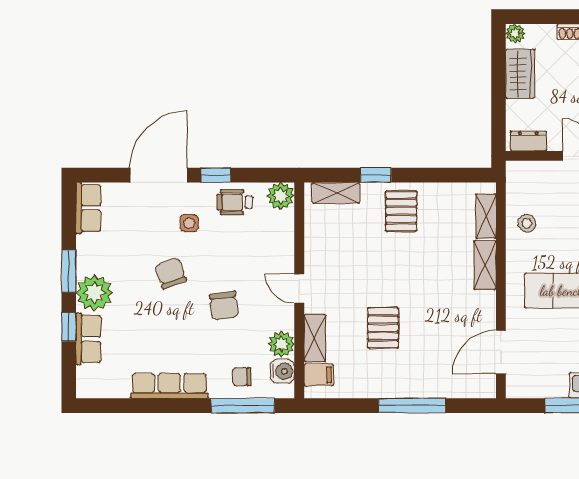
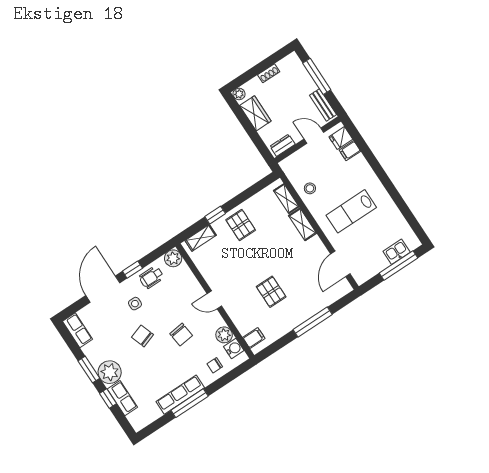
shelving: (315, 338) -> (239, 320), removed
window: (243, 406) -> (190, 403), moved

